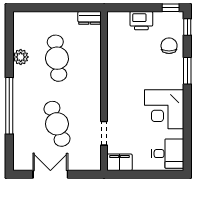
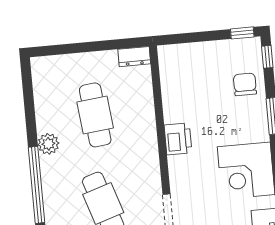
printer: (141, 21) -> (178, 139), moved, turned -90
plant: (21, 57) -> (48, 144), moved

